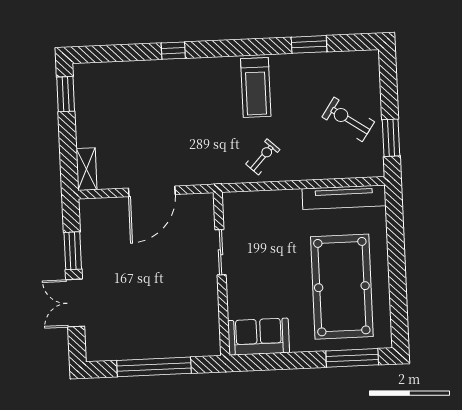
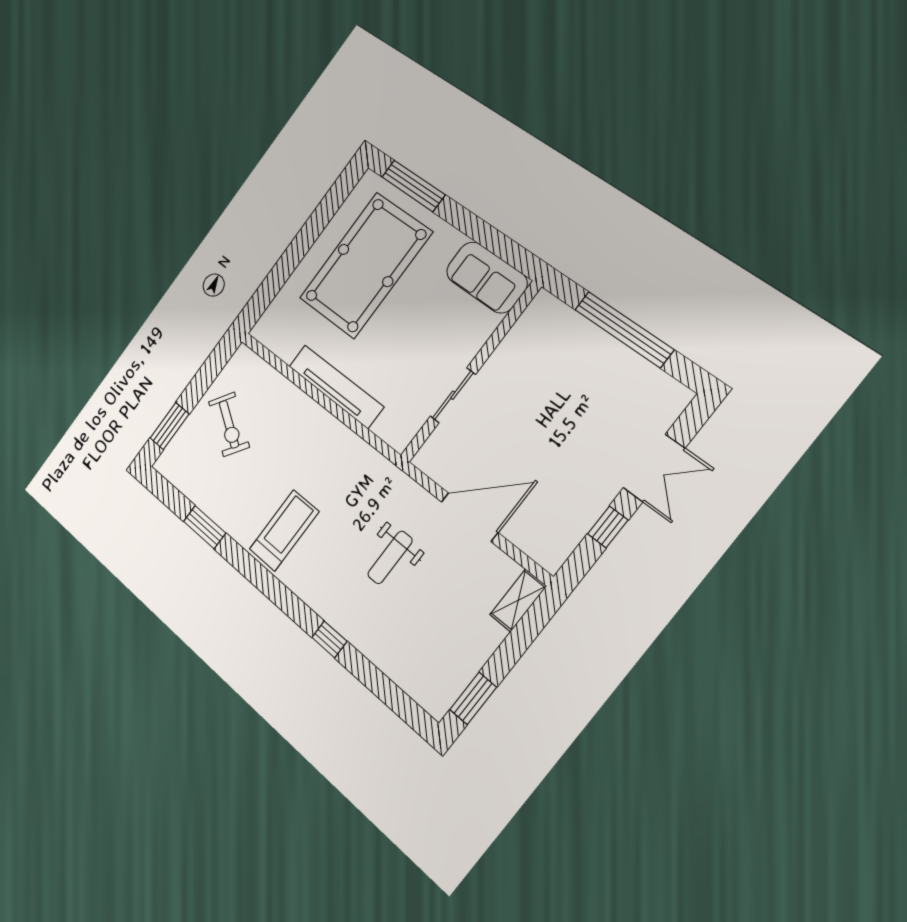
weight bench: (178, 129) -> (390, 557), added
window: (391, 138) -> (170, 426), moved
exercise bike: (263, 157) -> (333, 457), removed
tv unit: (344, 197) -> (336, 386), moved
window: (73, 251) -> (608, 527), width x0.67

